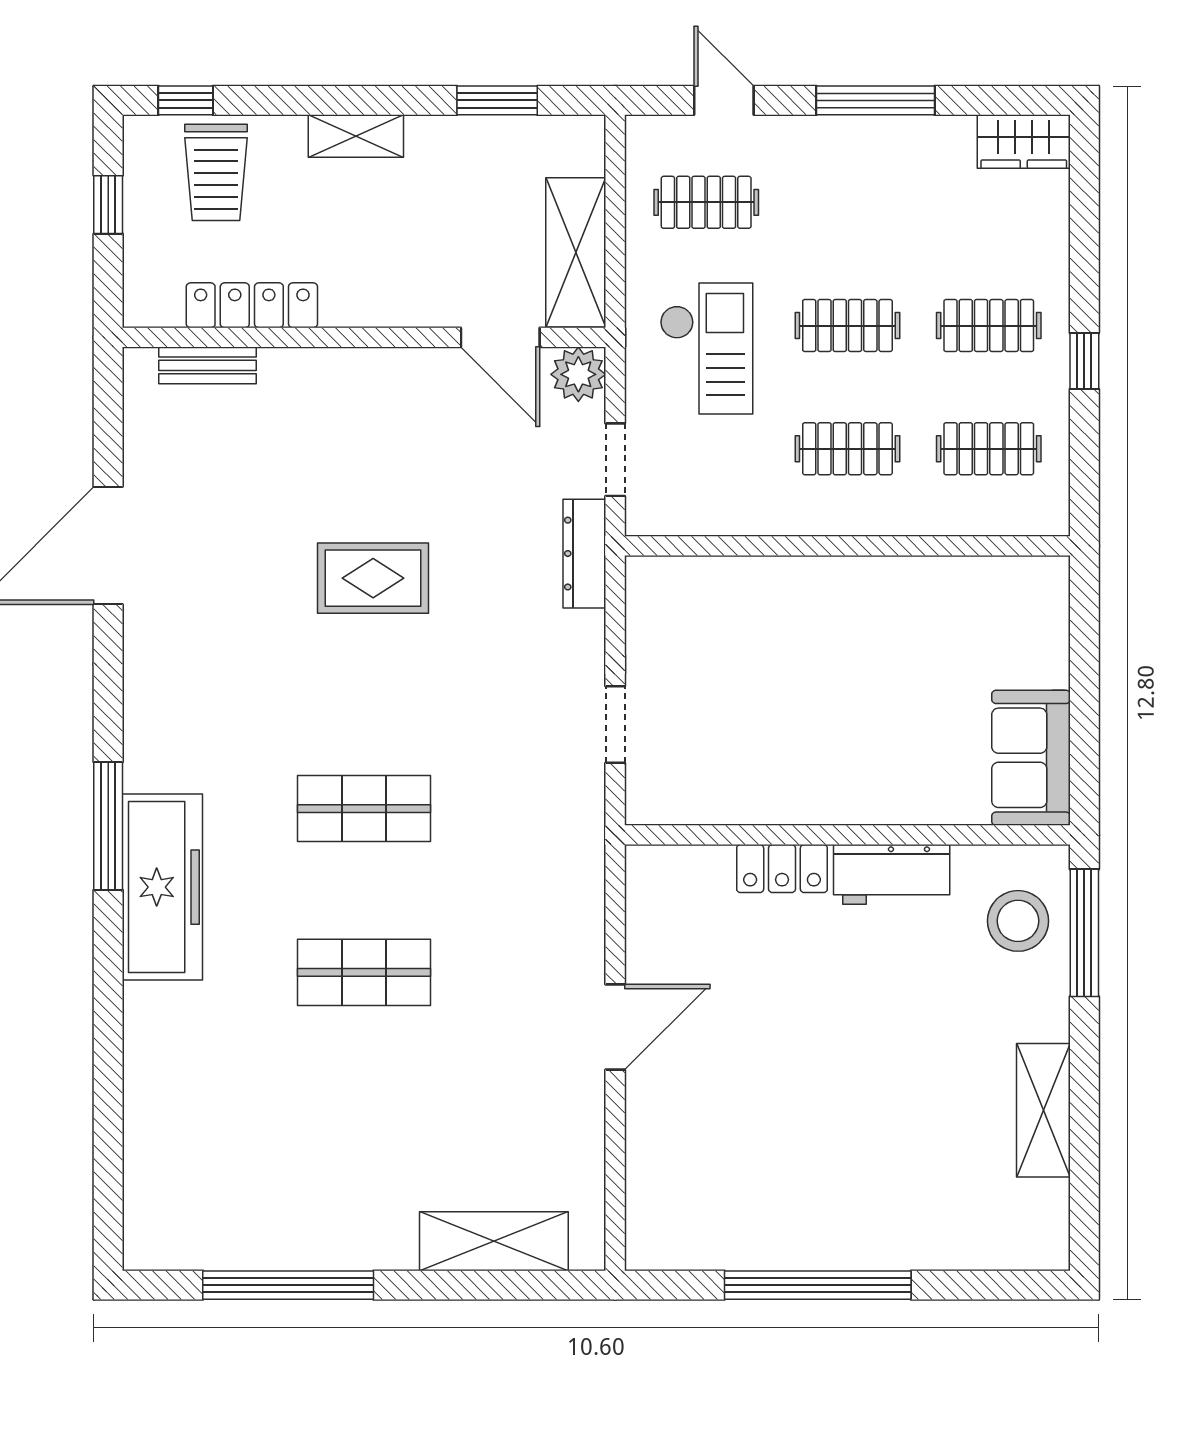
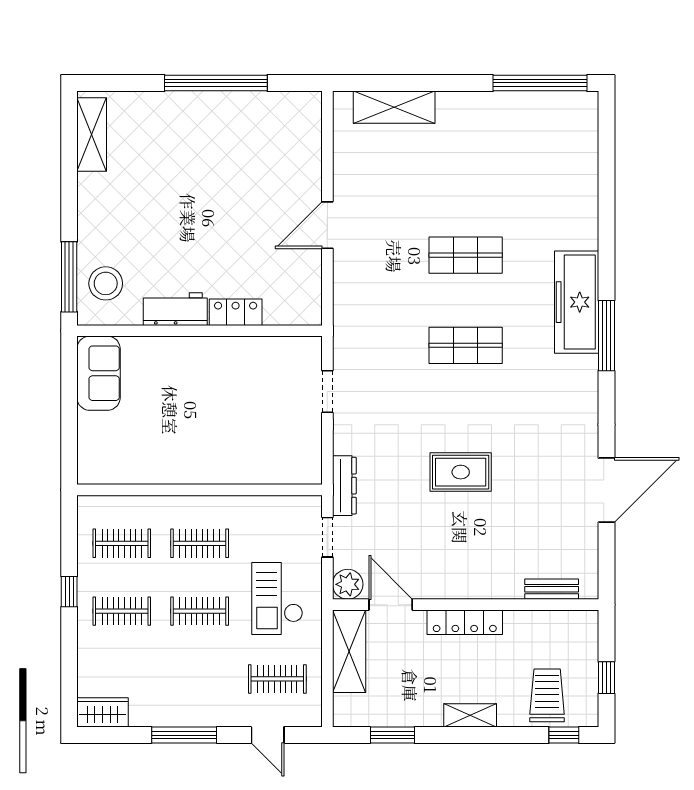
locker: (252, 305) -> (465, 622), moved
shelving: (1043, 1110) -> (92, 134), moved
window: (288, 1285) -> (540, 83), moved

